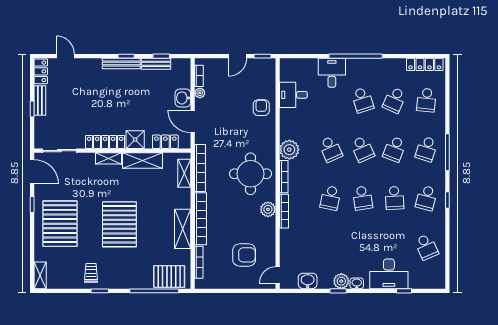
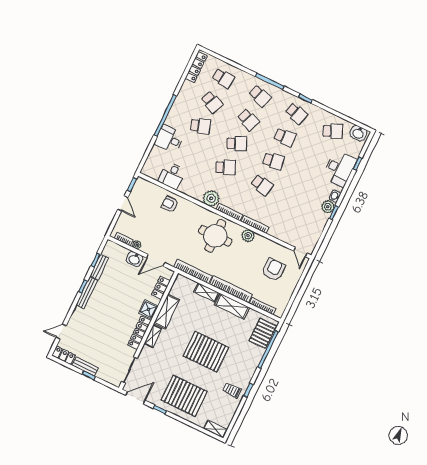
shelving: (184, 173) -> (207, 292), moved
washbasin: (308, 281) -> (358, 133), moved, turned -90

